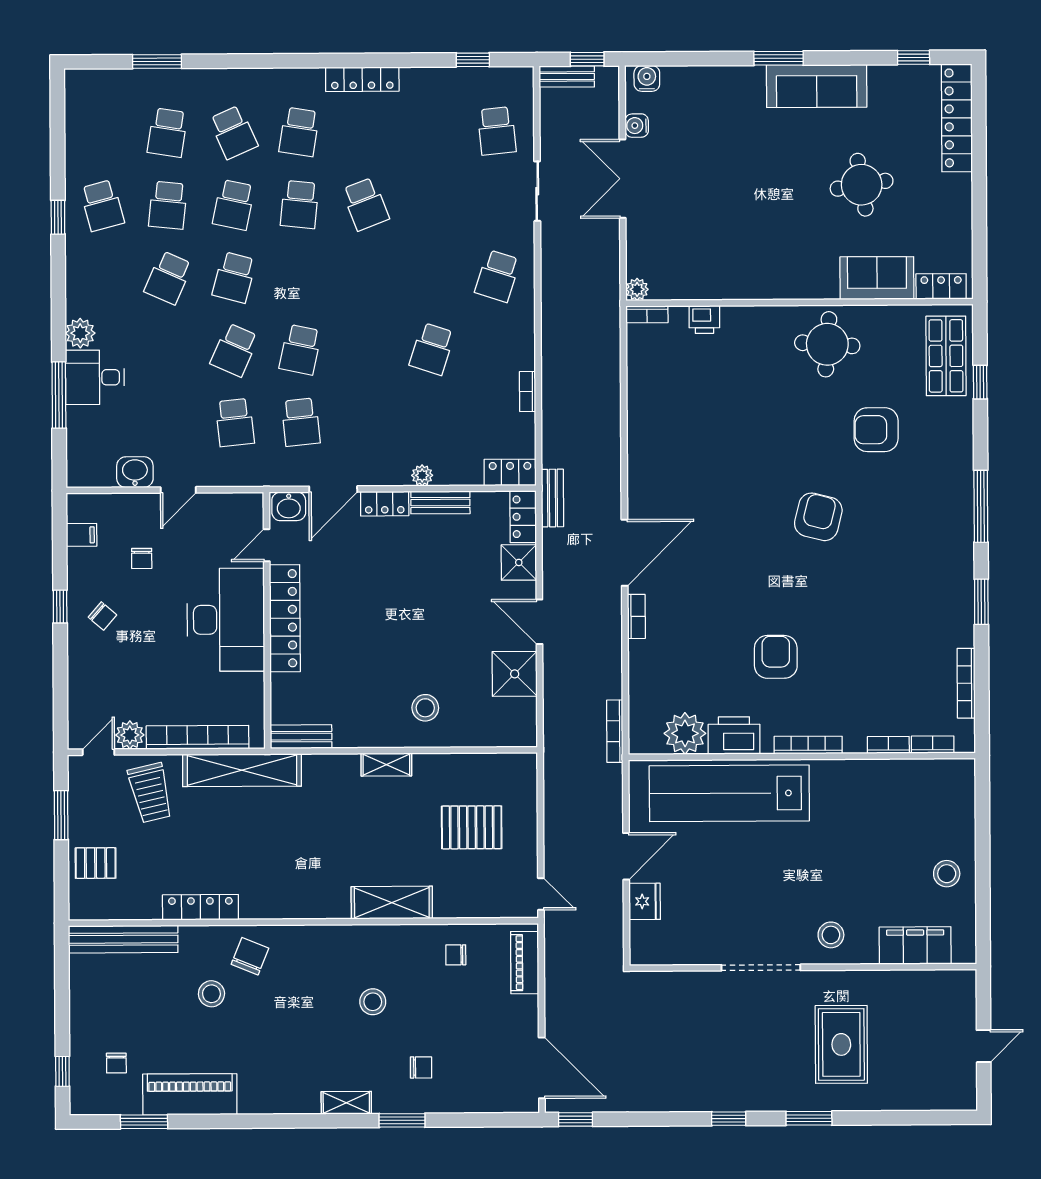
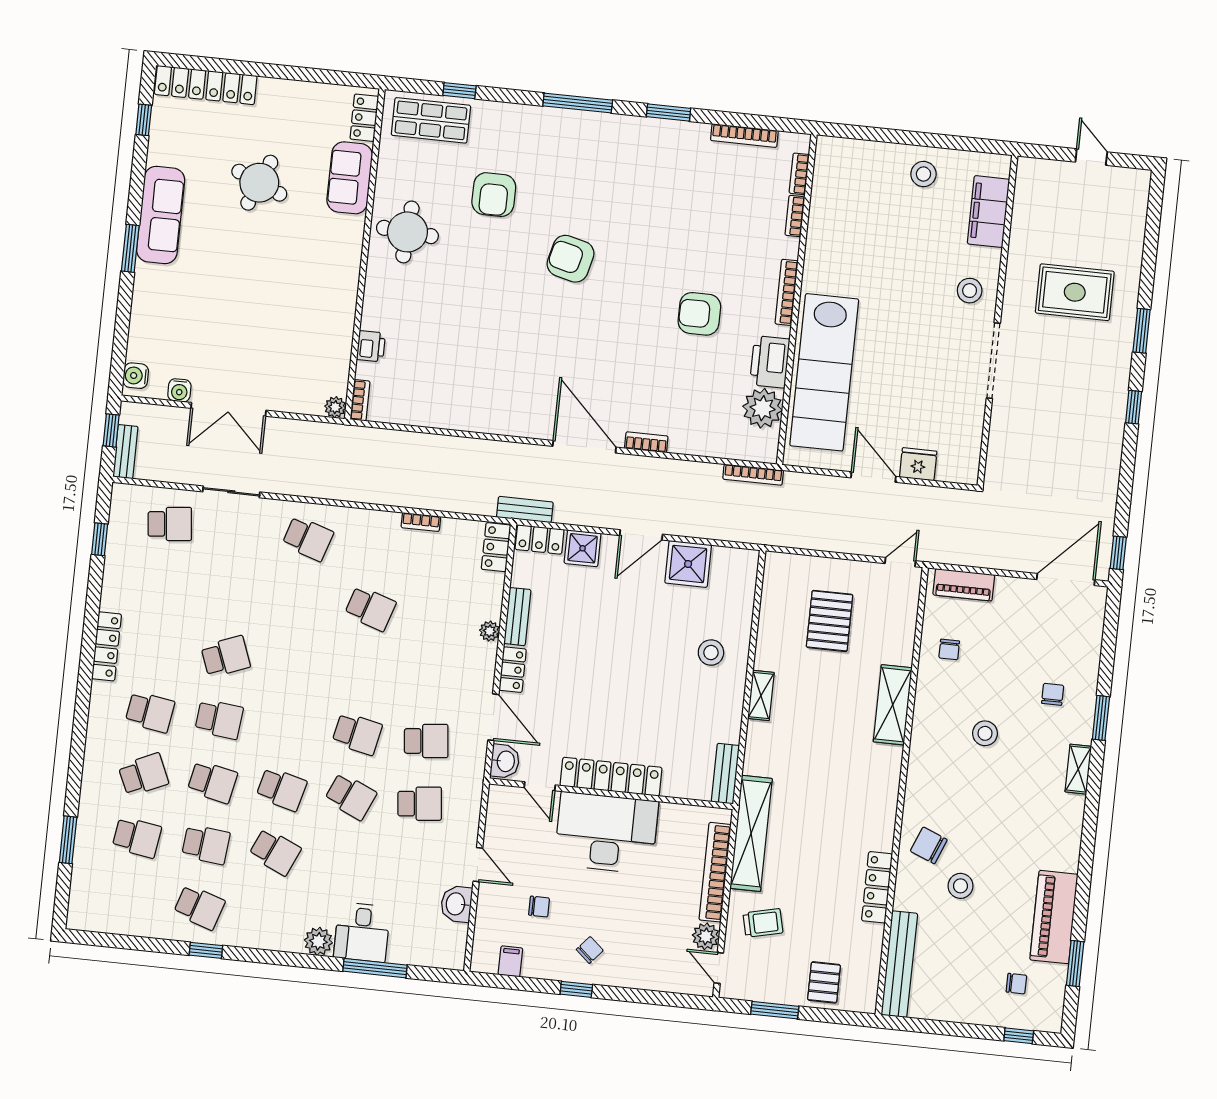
round table: (862, 185) -> (259, 183), turned 32
school desk: (102, 206) -> (199, 907), turned 33
trolley: (150, 793) -> (763, 923), width x0.73, depth x0.72

